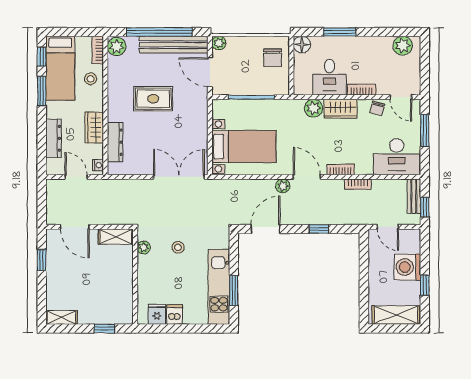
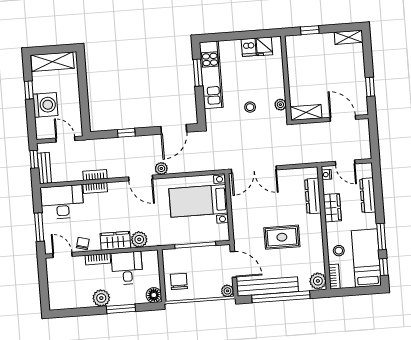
plant: (403, 46) -> (101, 298), moved
bookcase: (341, 170) -> (95, 188), moved

